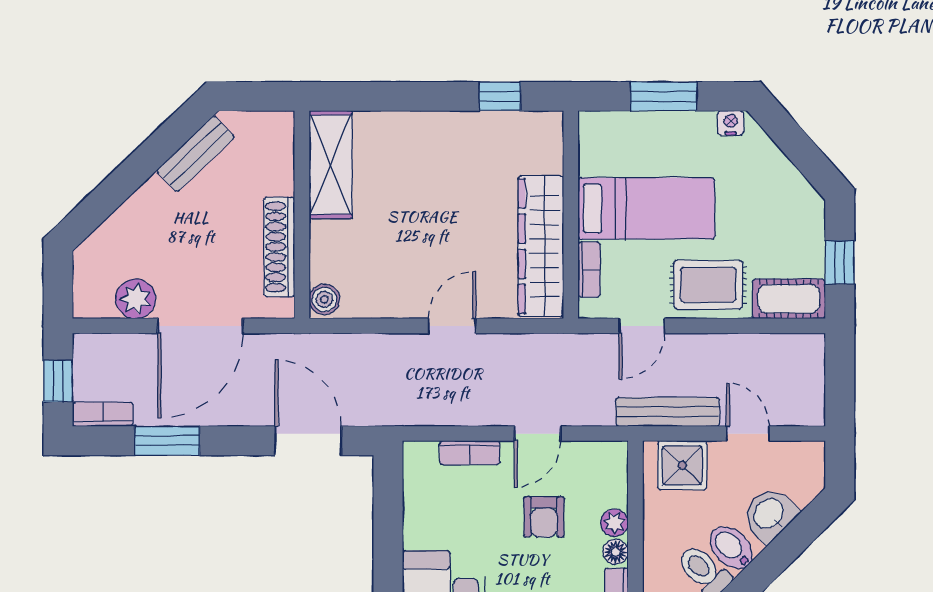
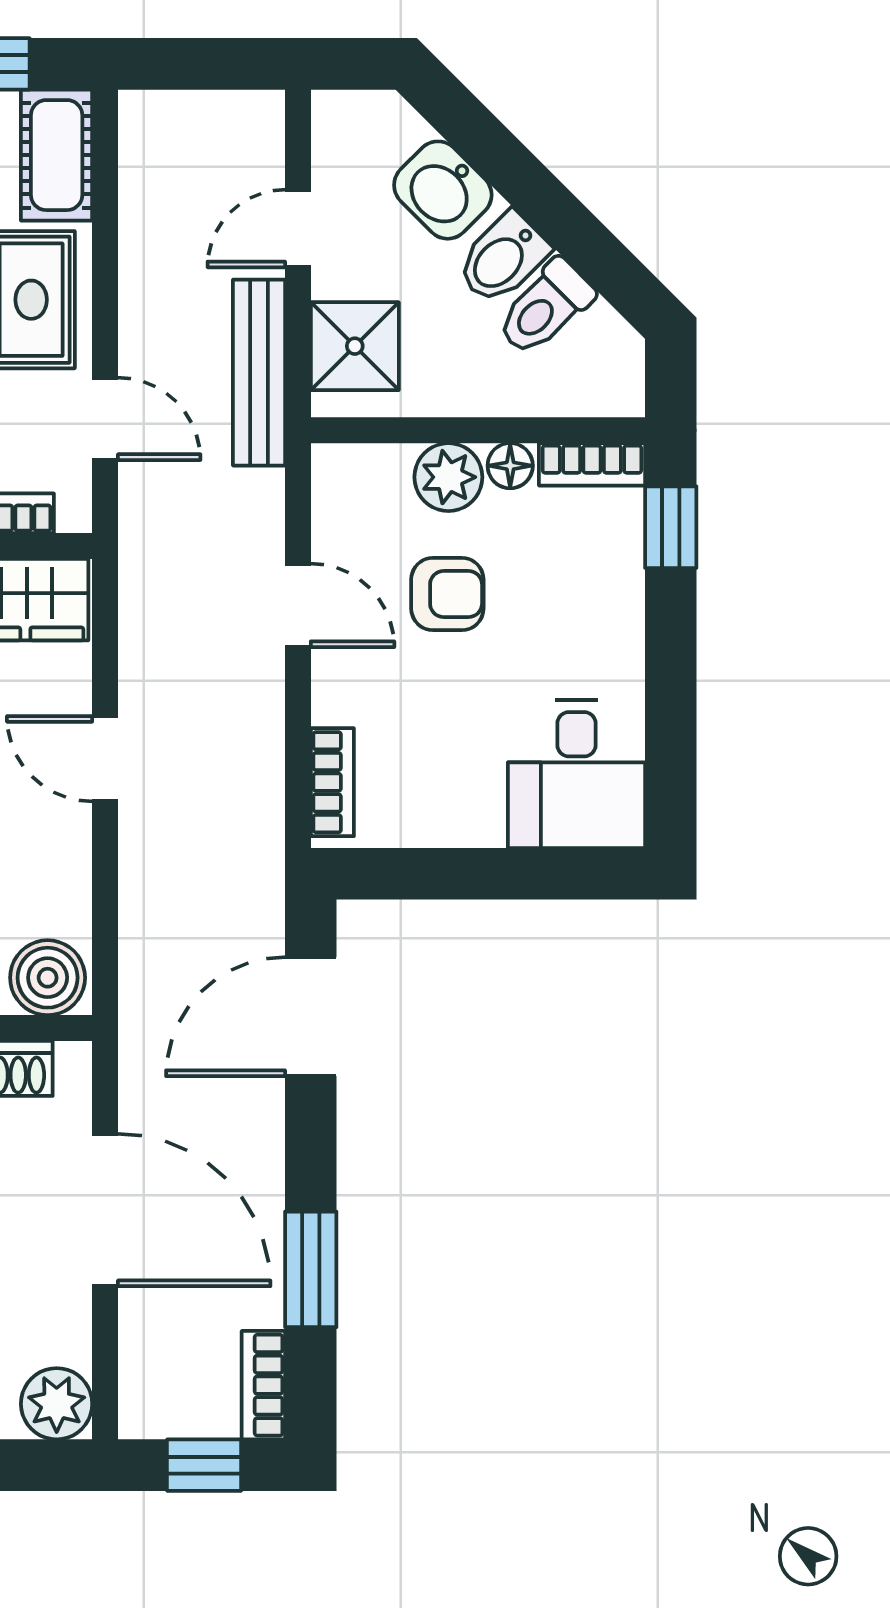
plant: (136, 299) -> (57, 1404), moved
boiler: (324, 299) -> (48, 978), width x1.36, depth x1.36
bookcase: (470, 453) -> (332, 782), moved
plant: (614, 523) -> (448, 477), width x1.38, depth x1.38

